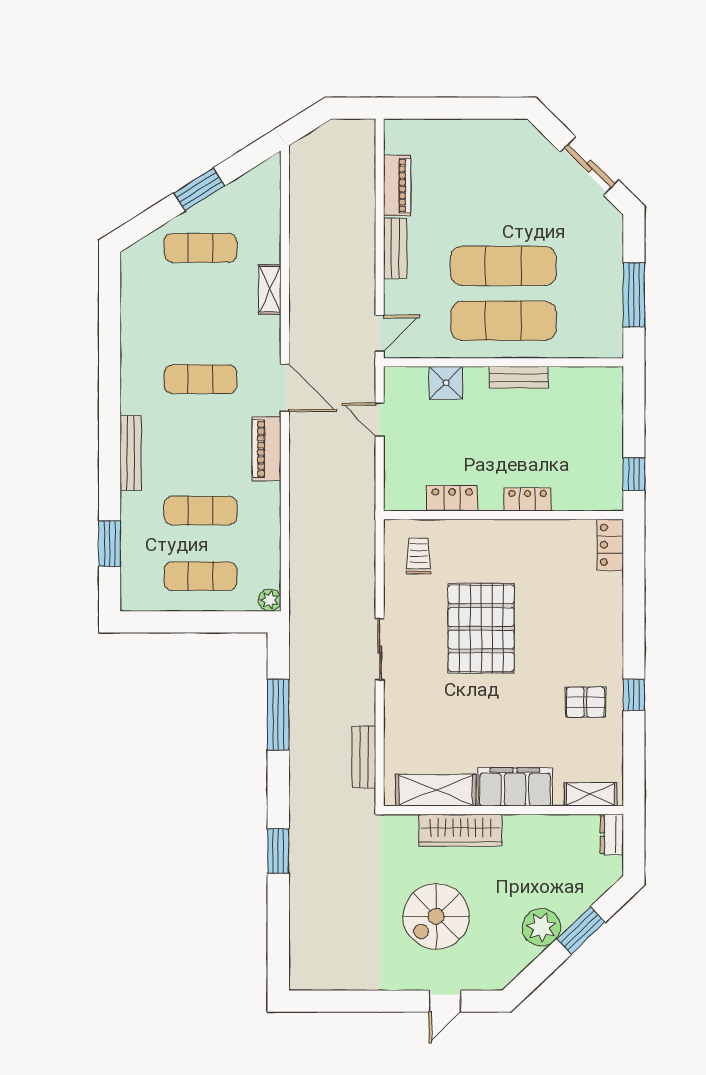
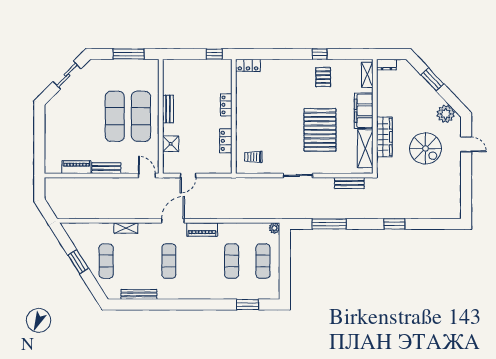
bench: (131, 453) -> (139, 294), moved
pallet: (481, 628) -> (320, 130), moved, turned 90
plant: (541, 927) -> (446, 114), moved

